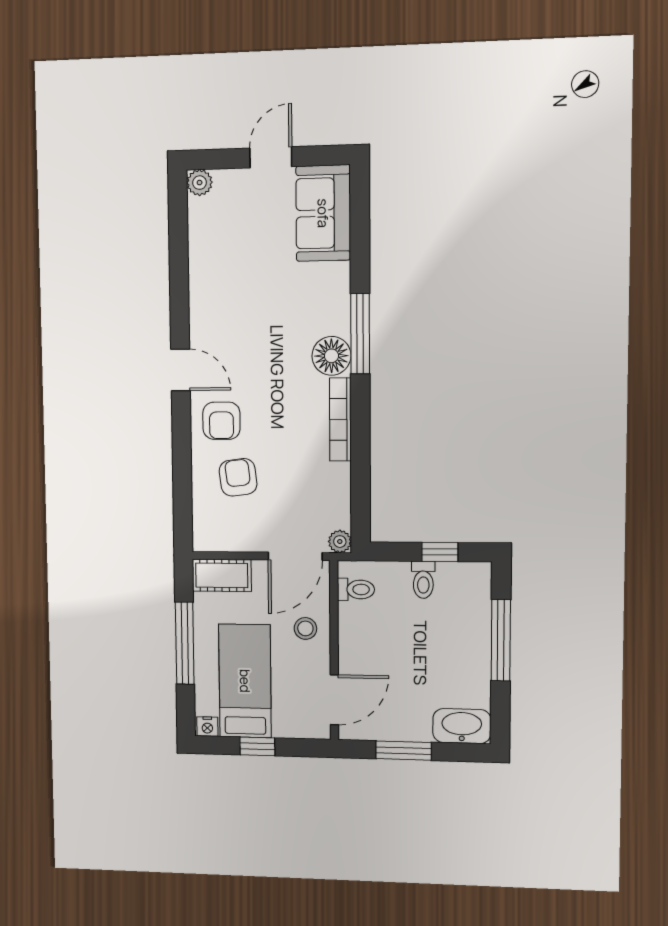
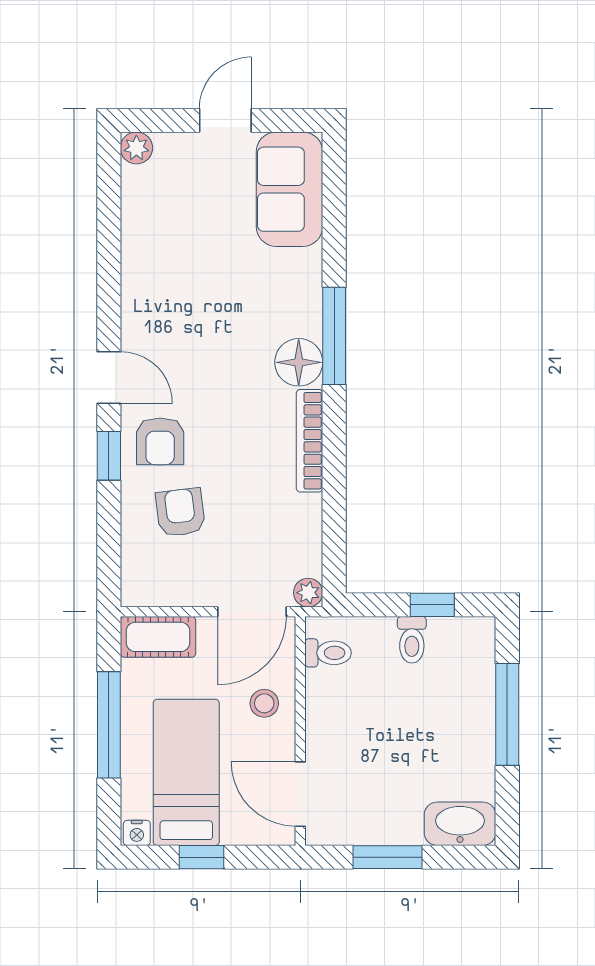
window: (181, 432) -> (109, 456), added
door: (334, 700) -> (300, 794), swing flipped

